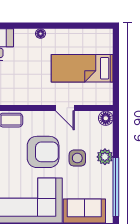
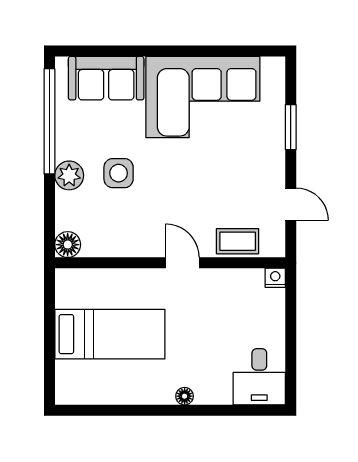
door: (65, 108) -> (182, 263), moved
armchair: (43, 152) -> (180, 184), removed

